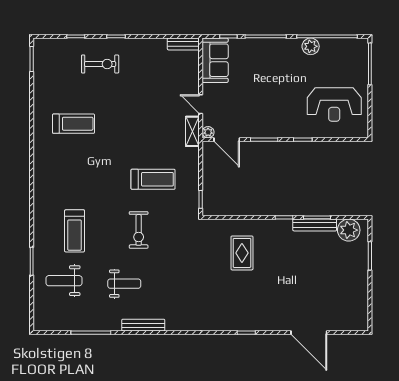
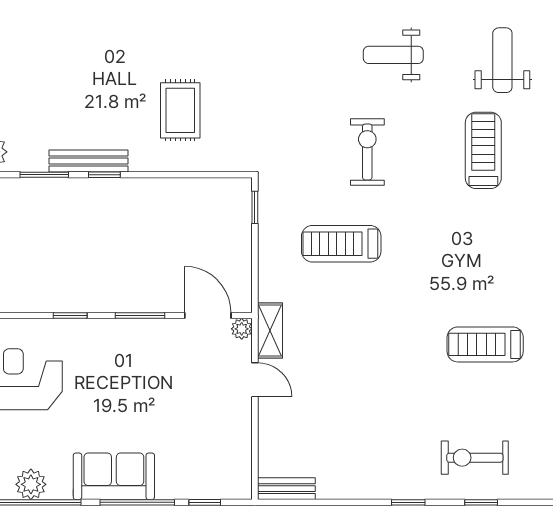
plant: (311, 46) -> (31, 484), moved
sofa: (215, 60) -> (114, 476), moved, turned 90
exercise bike: (100, 64) -> (475, 458), moved
bench: (315, 225) -> (89, 161), moved
weight bench: (64, 281) -> (502, 60), turned -90

